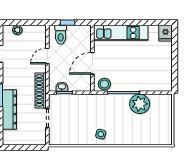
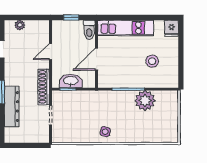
toilet: (61, 35) -> (89, 30), moved
stool: (104, 84) -> (152, 61), moved
washbasin: (62, 87) -> (71, 81), width x1.91, depth x1.45

